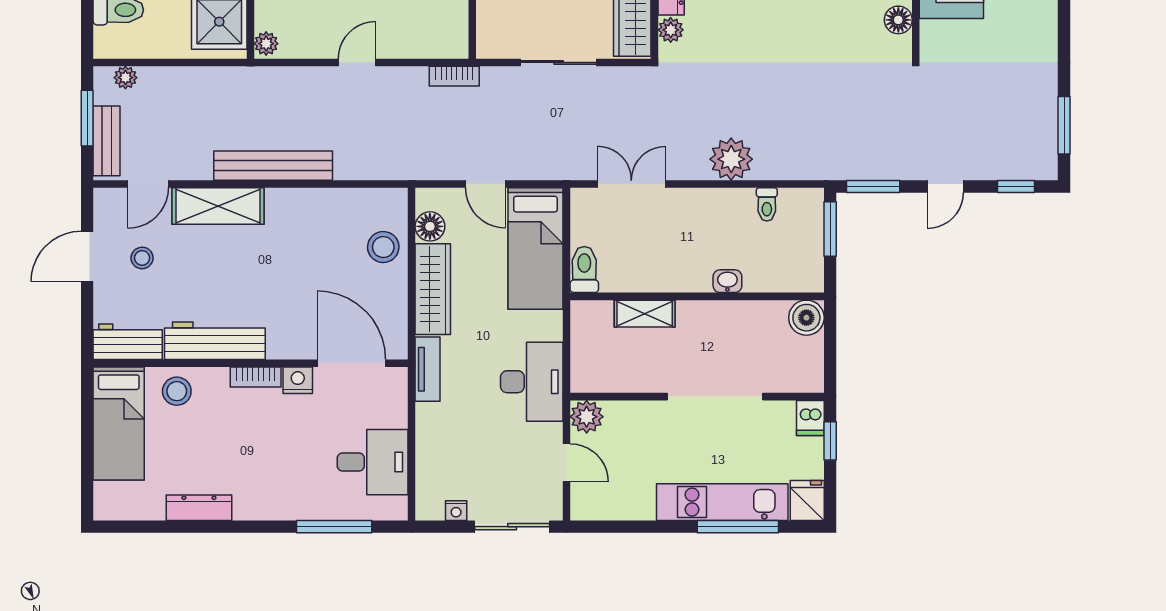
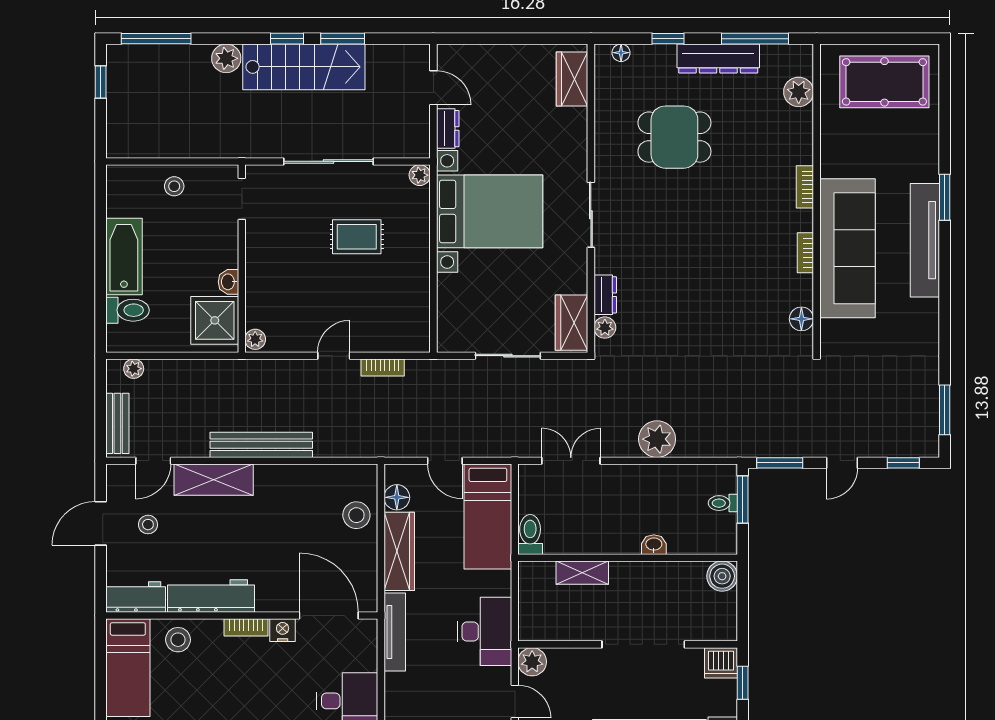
bookcase: (454, 76) -> (383, 367), moved
window: (87, 118) -> (101, 404), removed
toilet: (767, 204) -> (723, 503), moved, turned 90
tv unit: (428, 369) -> (395, 632), width x1.41
dishwasher: (810, 418) -> (721, 663), width x1.38

